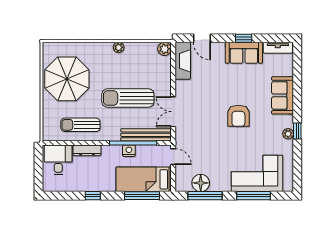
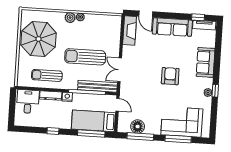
window: (244, 38) -> (198, 17), moved
plant: (164, 49) -> (70, 18), moved
sofa: (244, 53) -> (172, 27), width x1.36
armchair: (238, 116) -> (170, 76), turned 180
nightstand: (129, 151) -> (67, 97), moved

